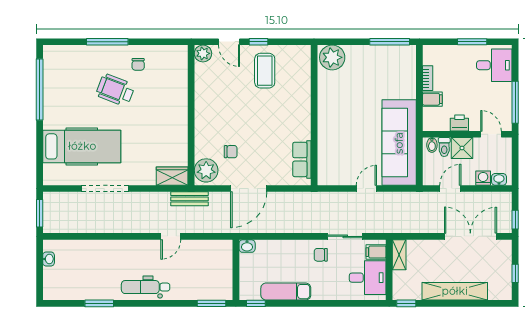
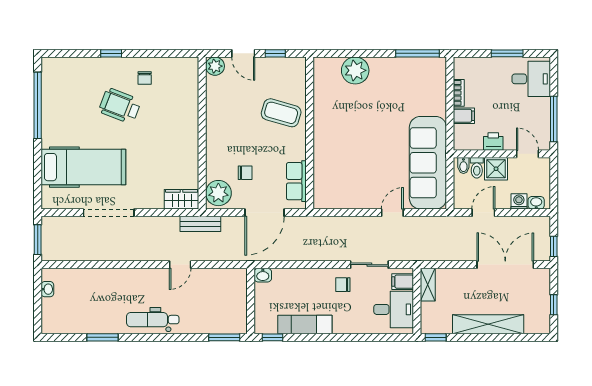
window: (107, 42) -> (111, 53), width x0.46
coffee table: (265, 71) -> (281, 113), moved, turned -74
wall: (314, 115) -> (310, 133), moved
row of seats: (302, 159) -> (296, 181), moved

